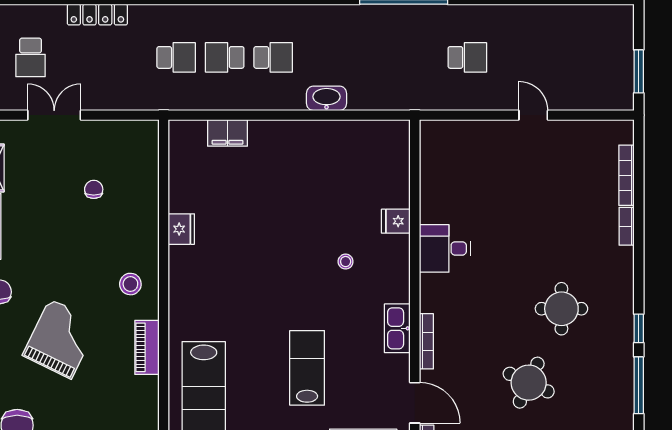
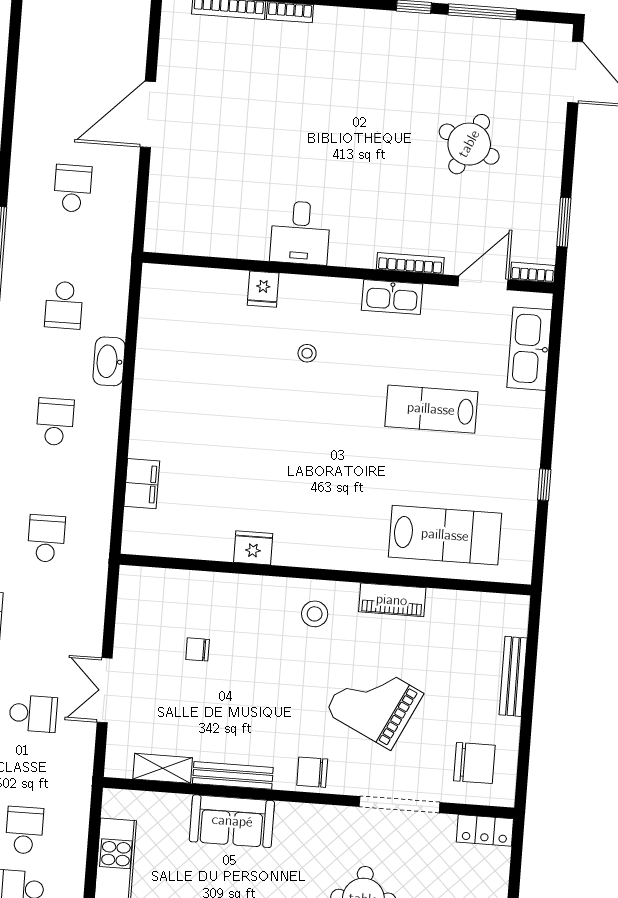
school desk: (225, 57) -> (64, 305), moved
door: (533, 115) -> (148, 114), width x1.88
round table: (561, 309) -> (383, 98), removed

